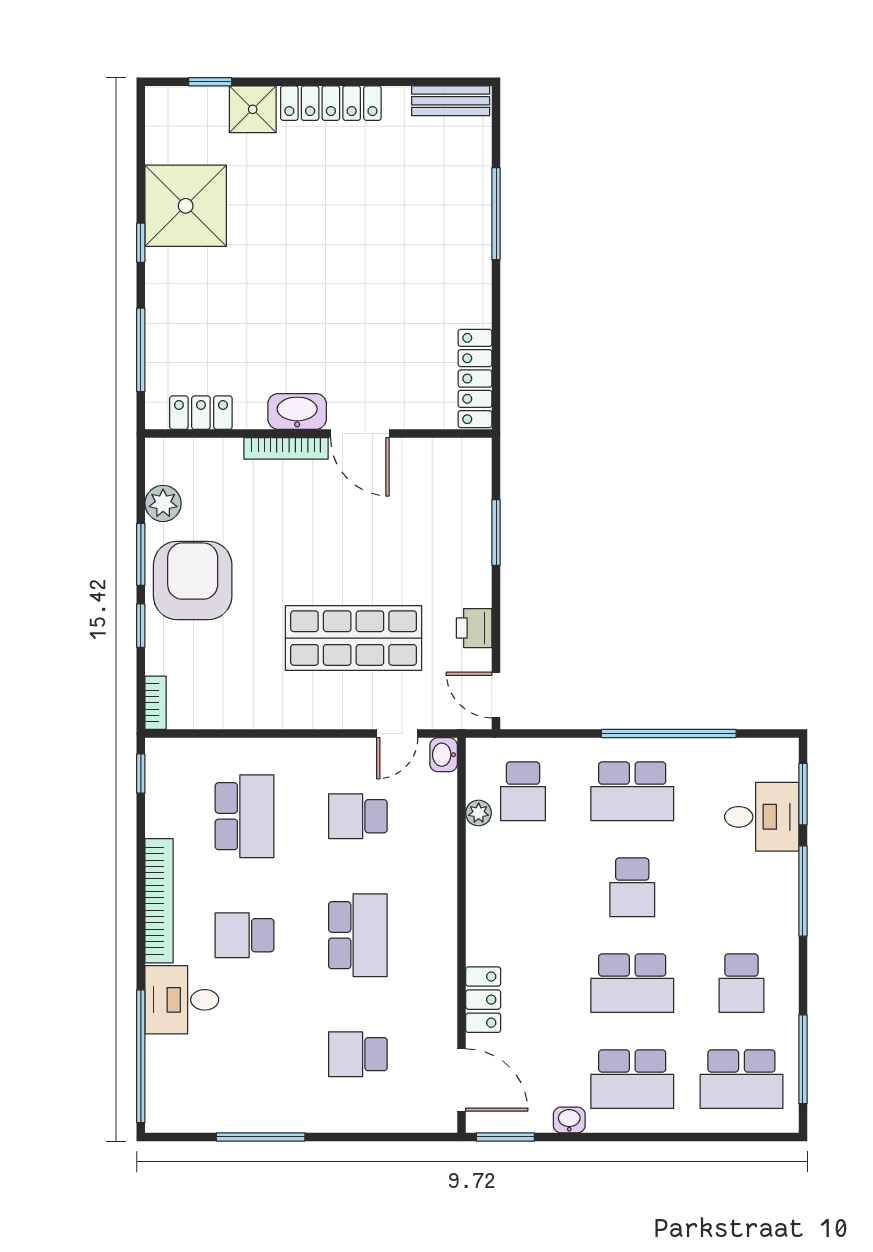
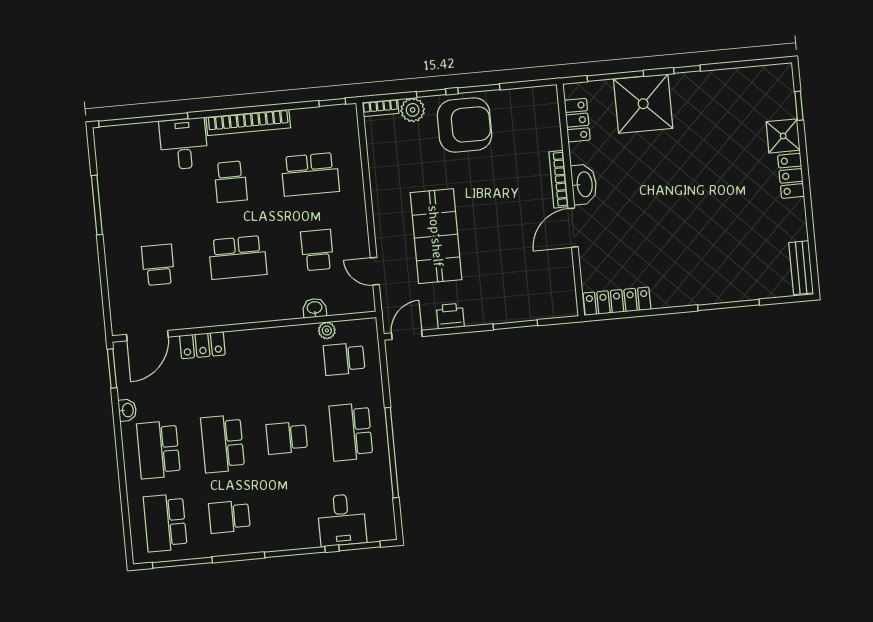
locker: (331, 103) -> (791, 176), width x0.66
shower: (186, 206) -> (643, 104), moved
plant: (163, 503) -> (413, 110), moved
washbasin: (444, 755) -> (315, 308), moved
school desk: (244, 935) -> (231, 182), turned 180

